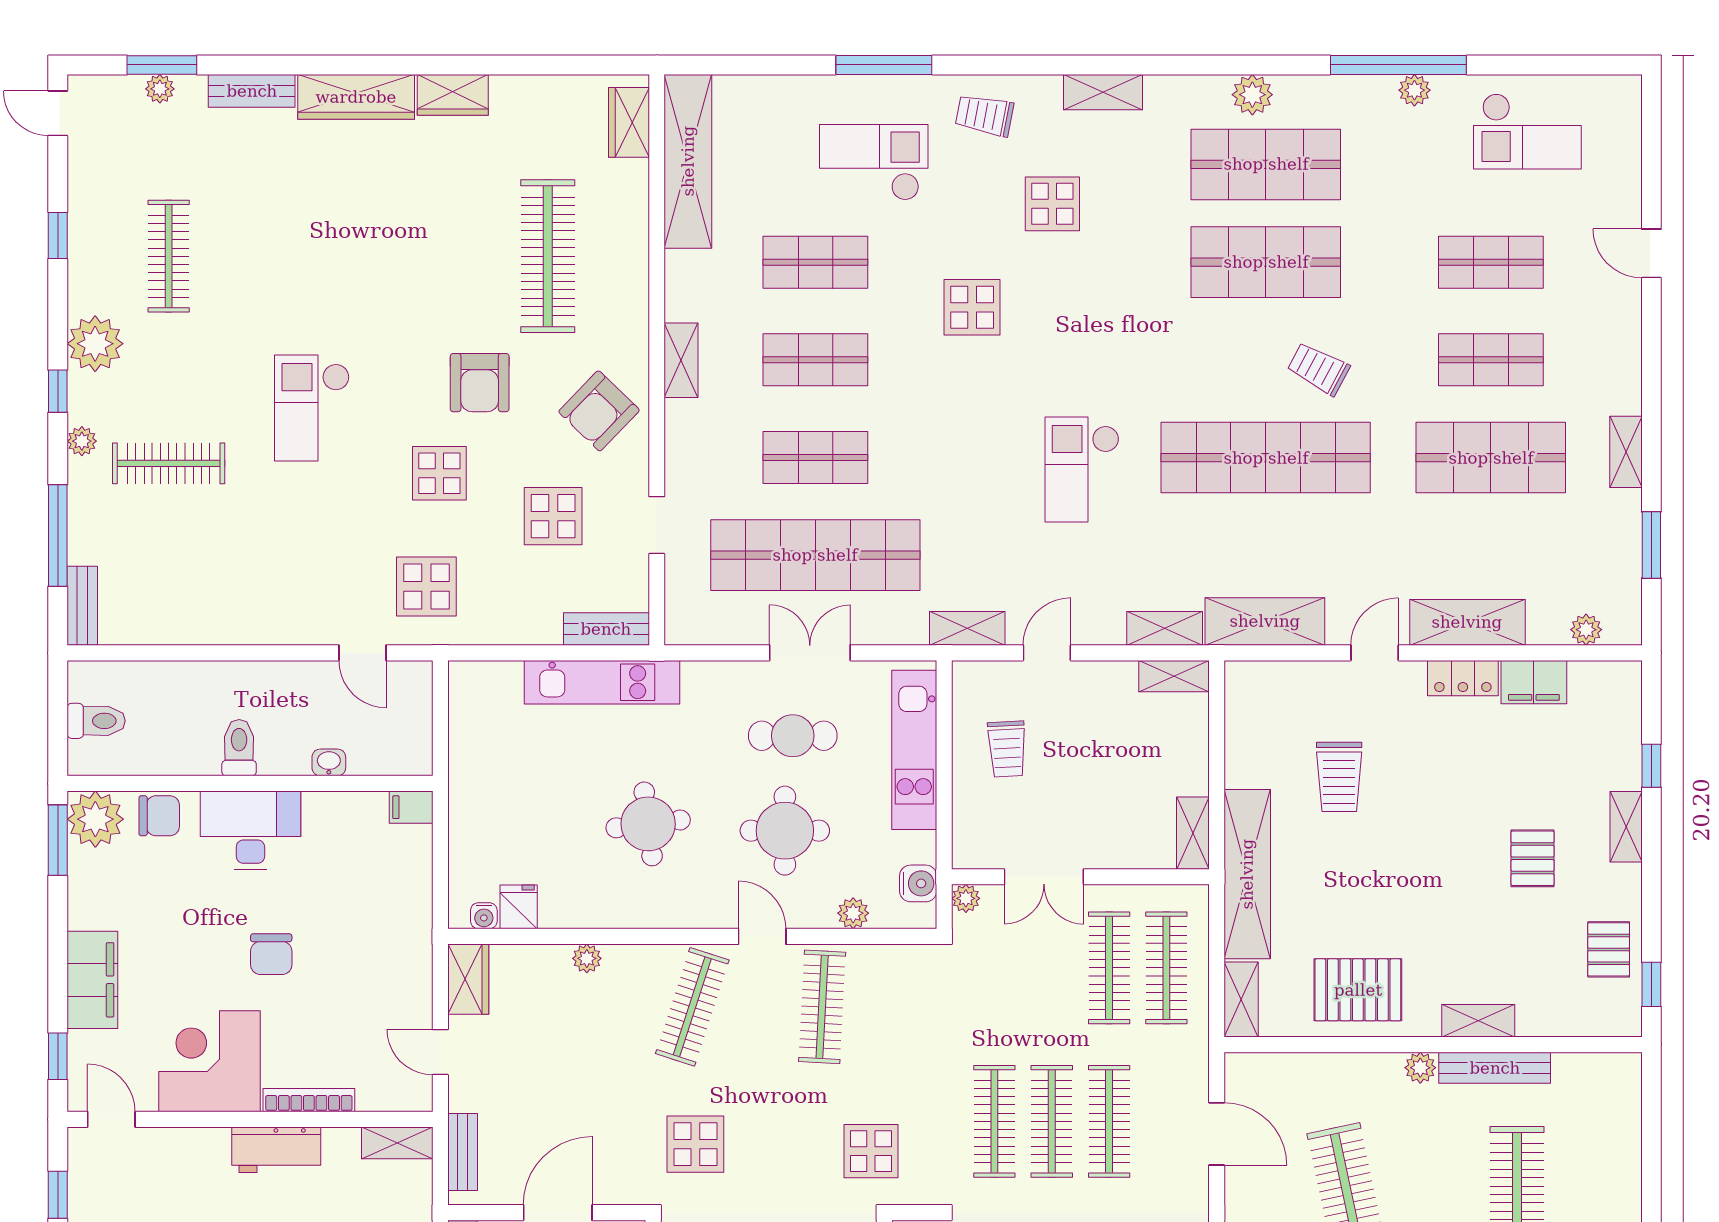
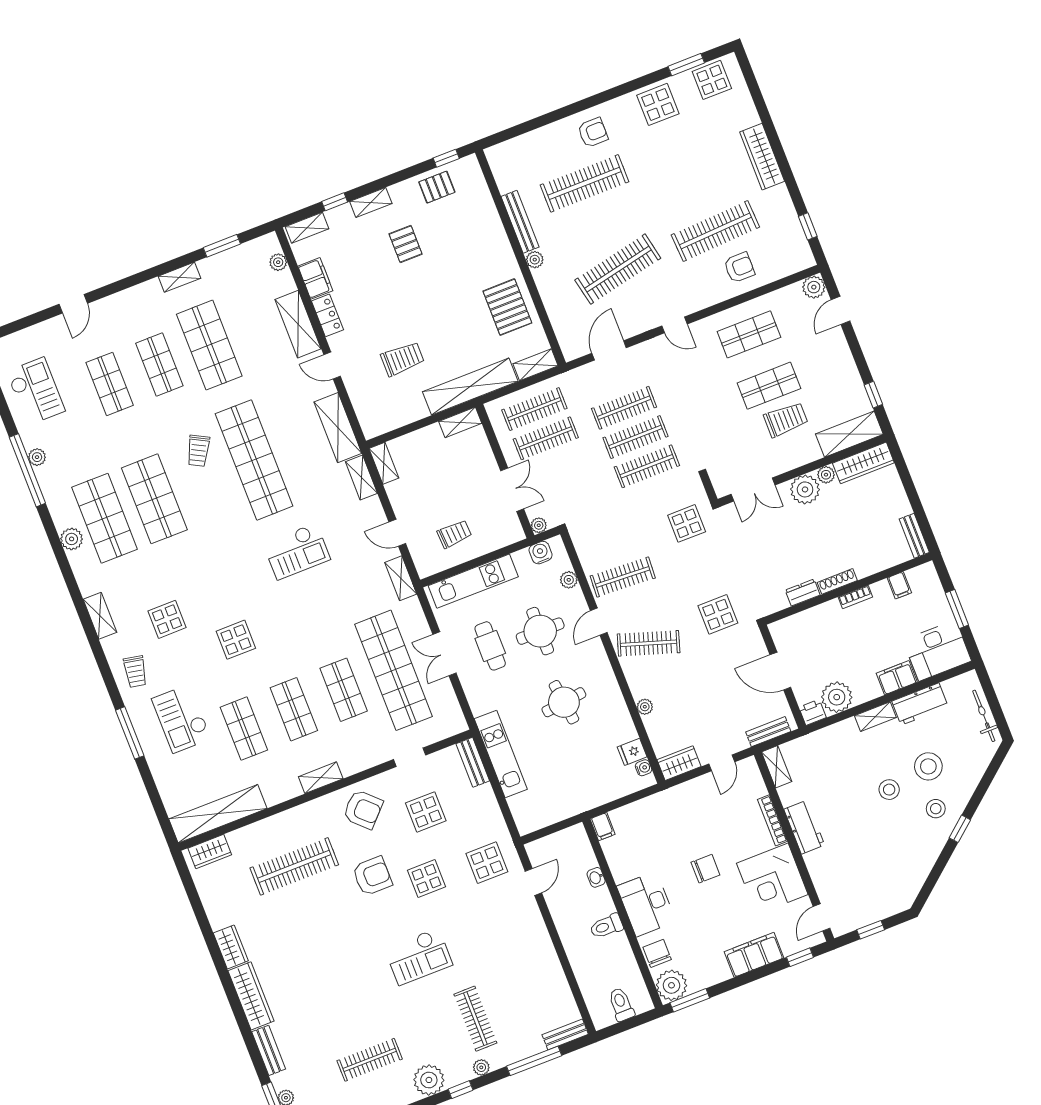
pallet: (1533, 858) -> (406, 244), turned 90
shelving: (1478, 1021) -> (307, 228), moved, turned 90

